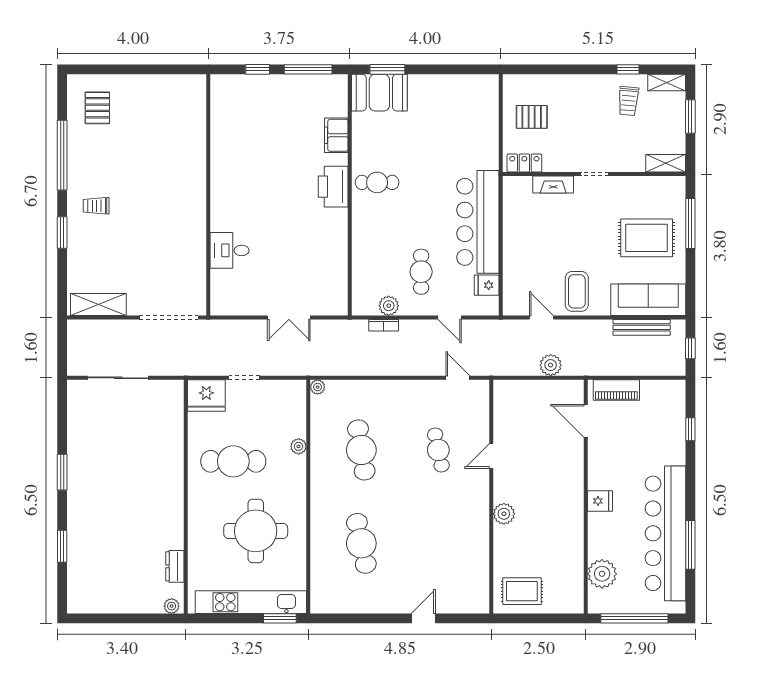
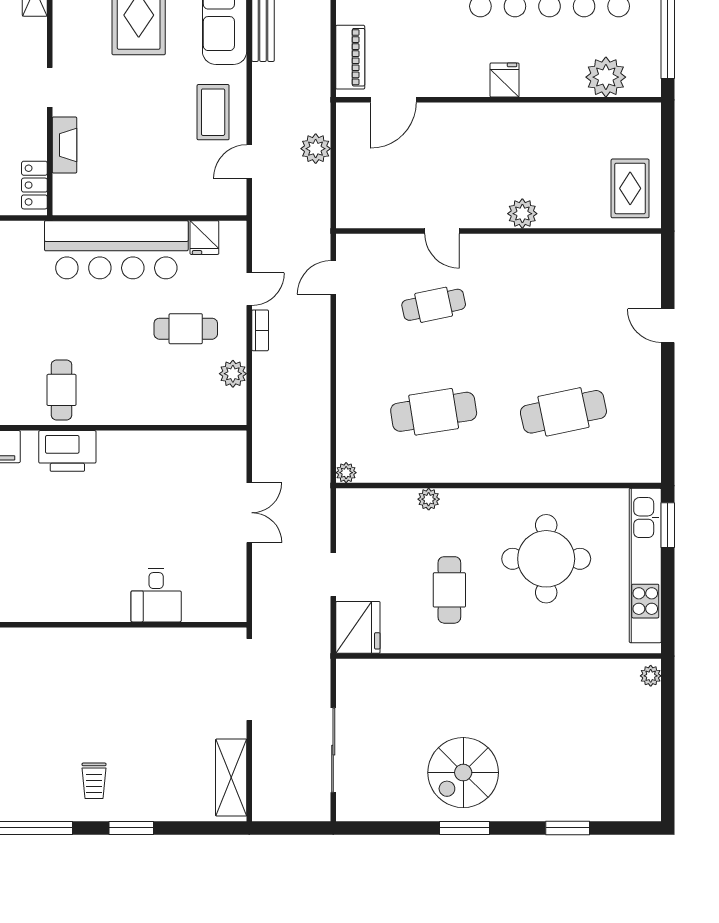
coffee table: (577, 291) -> (213, 112), turned 90
bookcase: (384, 325) -> (260, 330), moved
cafe table: (233, 461) -> (449, 590), width x0.73, depth x0.74
spiral stairs: (102, 471) -> (463, 773), added
dresser: (175, 566) -> (596, 671), removed

